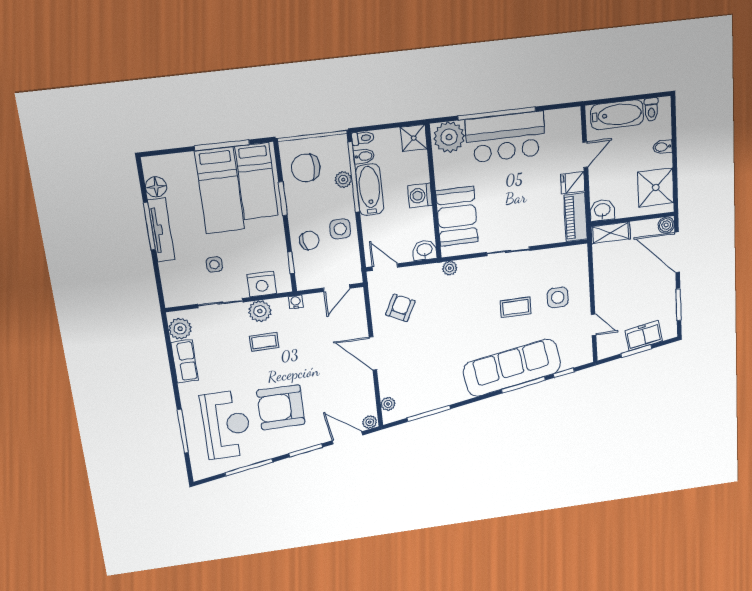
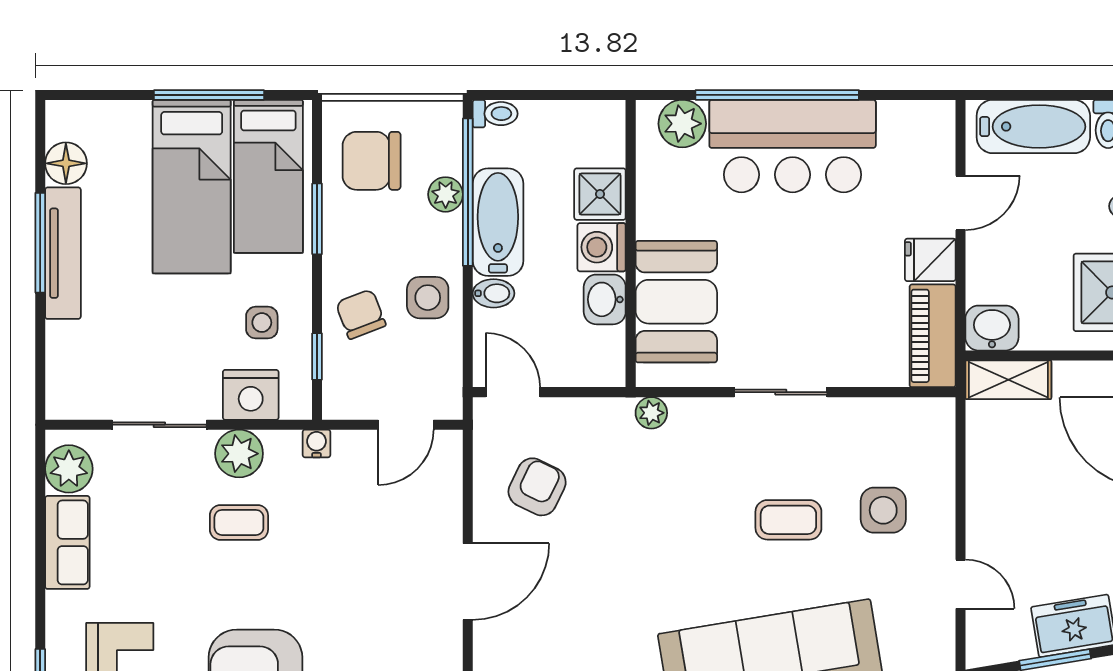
plant: (449, 137) -> (682, 124), width x0.73, depth x0.73
shower: (414, 138) -> (600, 194), moved
bidet: (364, 156) -> (494, 293), moved
chair: (309, 241) -> (361, 314), turned -99
washbasin: (425, 250) -> (605, 299), moved, turned -90
side table: (214, 264) -> (262, 323), moved
door: (373, 353) -> (468, 582), swing flipped

